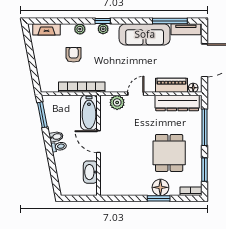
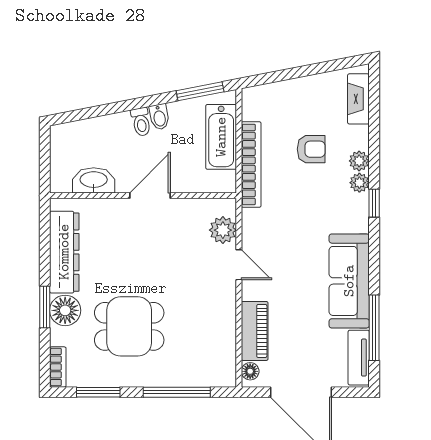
plant: (103, 29) -> (359, 183), moved
dresser: (177, 103) -> (64, 252), moved, turned 180
bathtub: (89, 113) -> (221, 137), moved, turned -90

